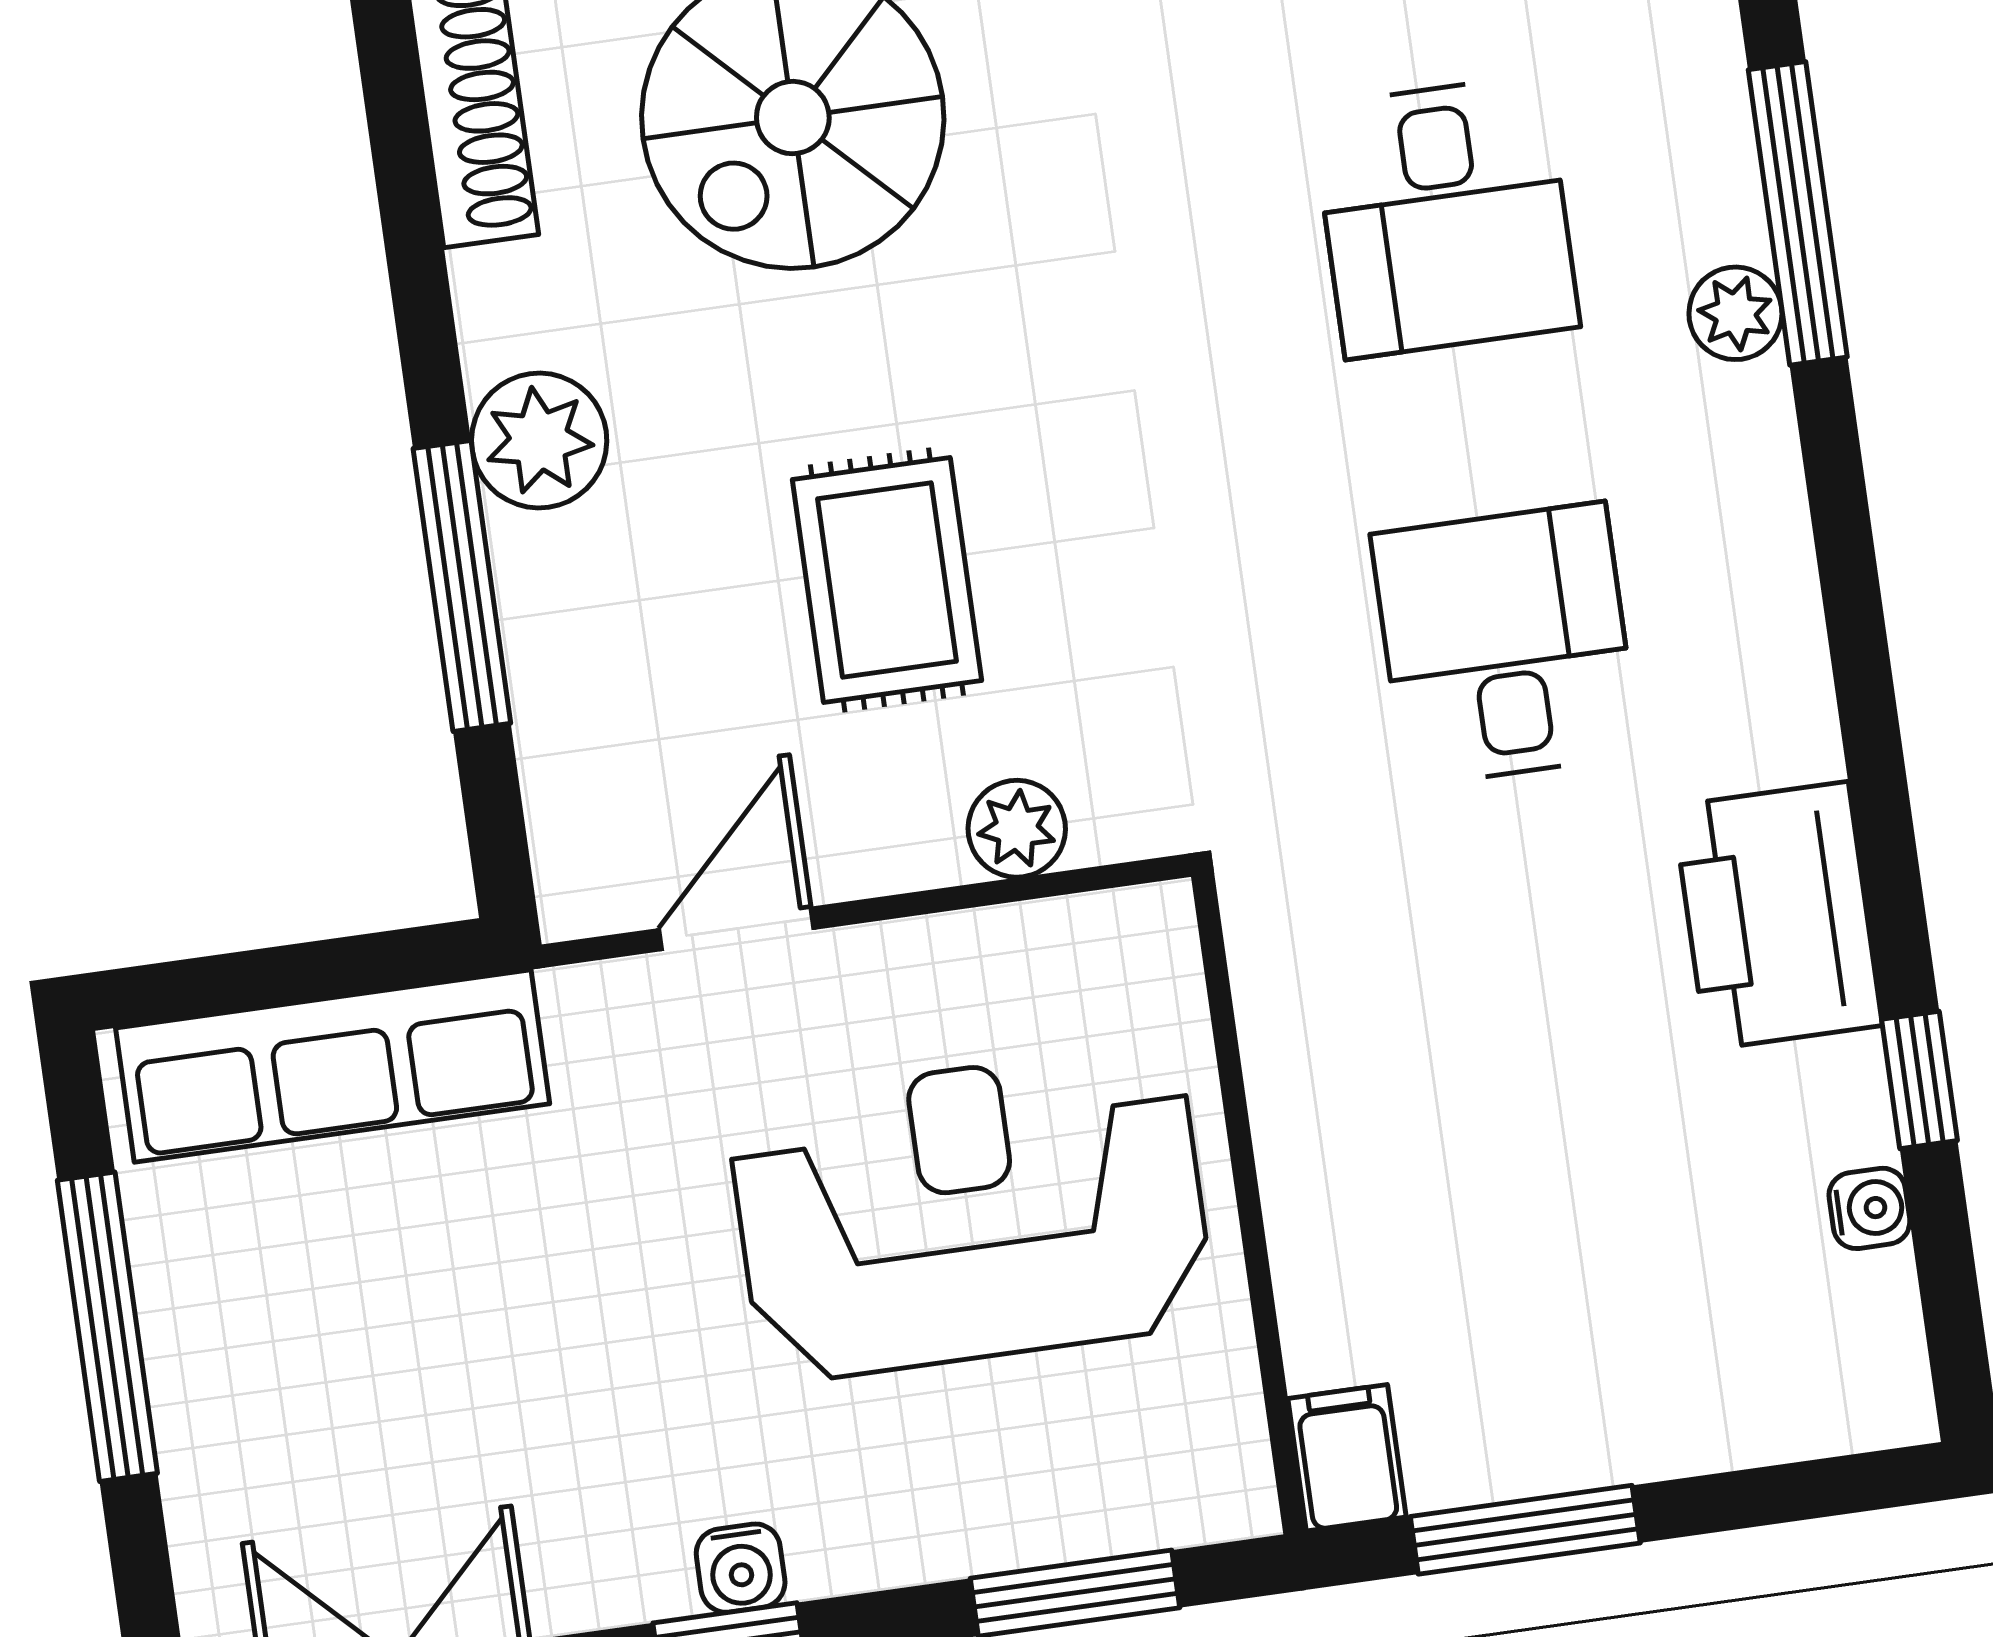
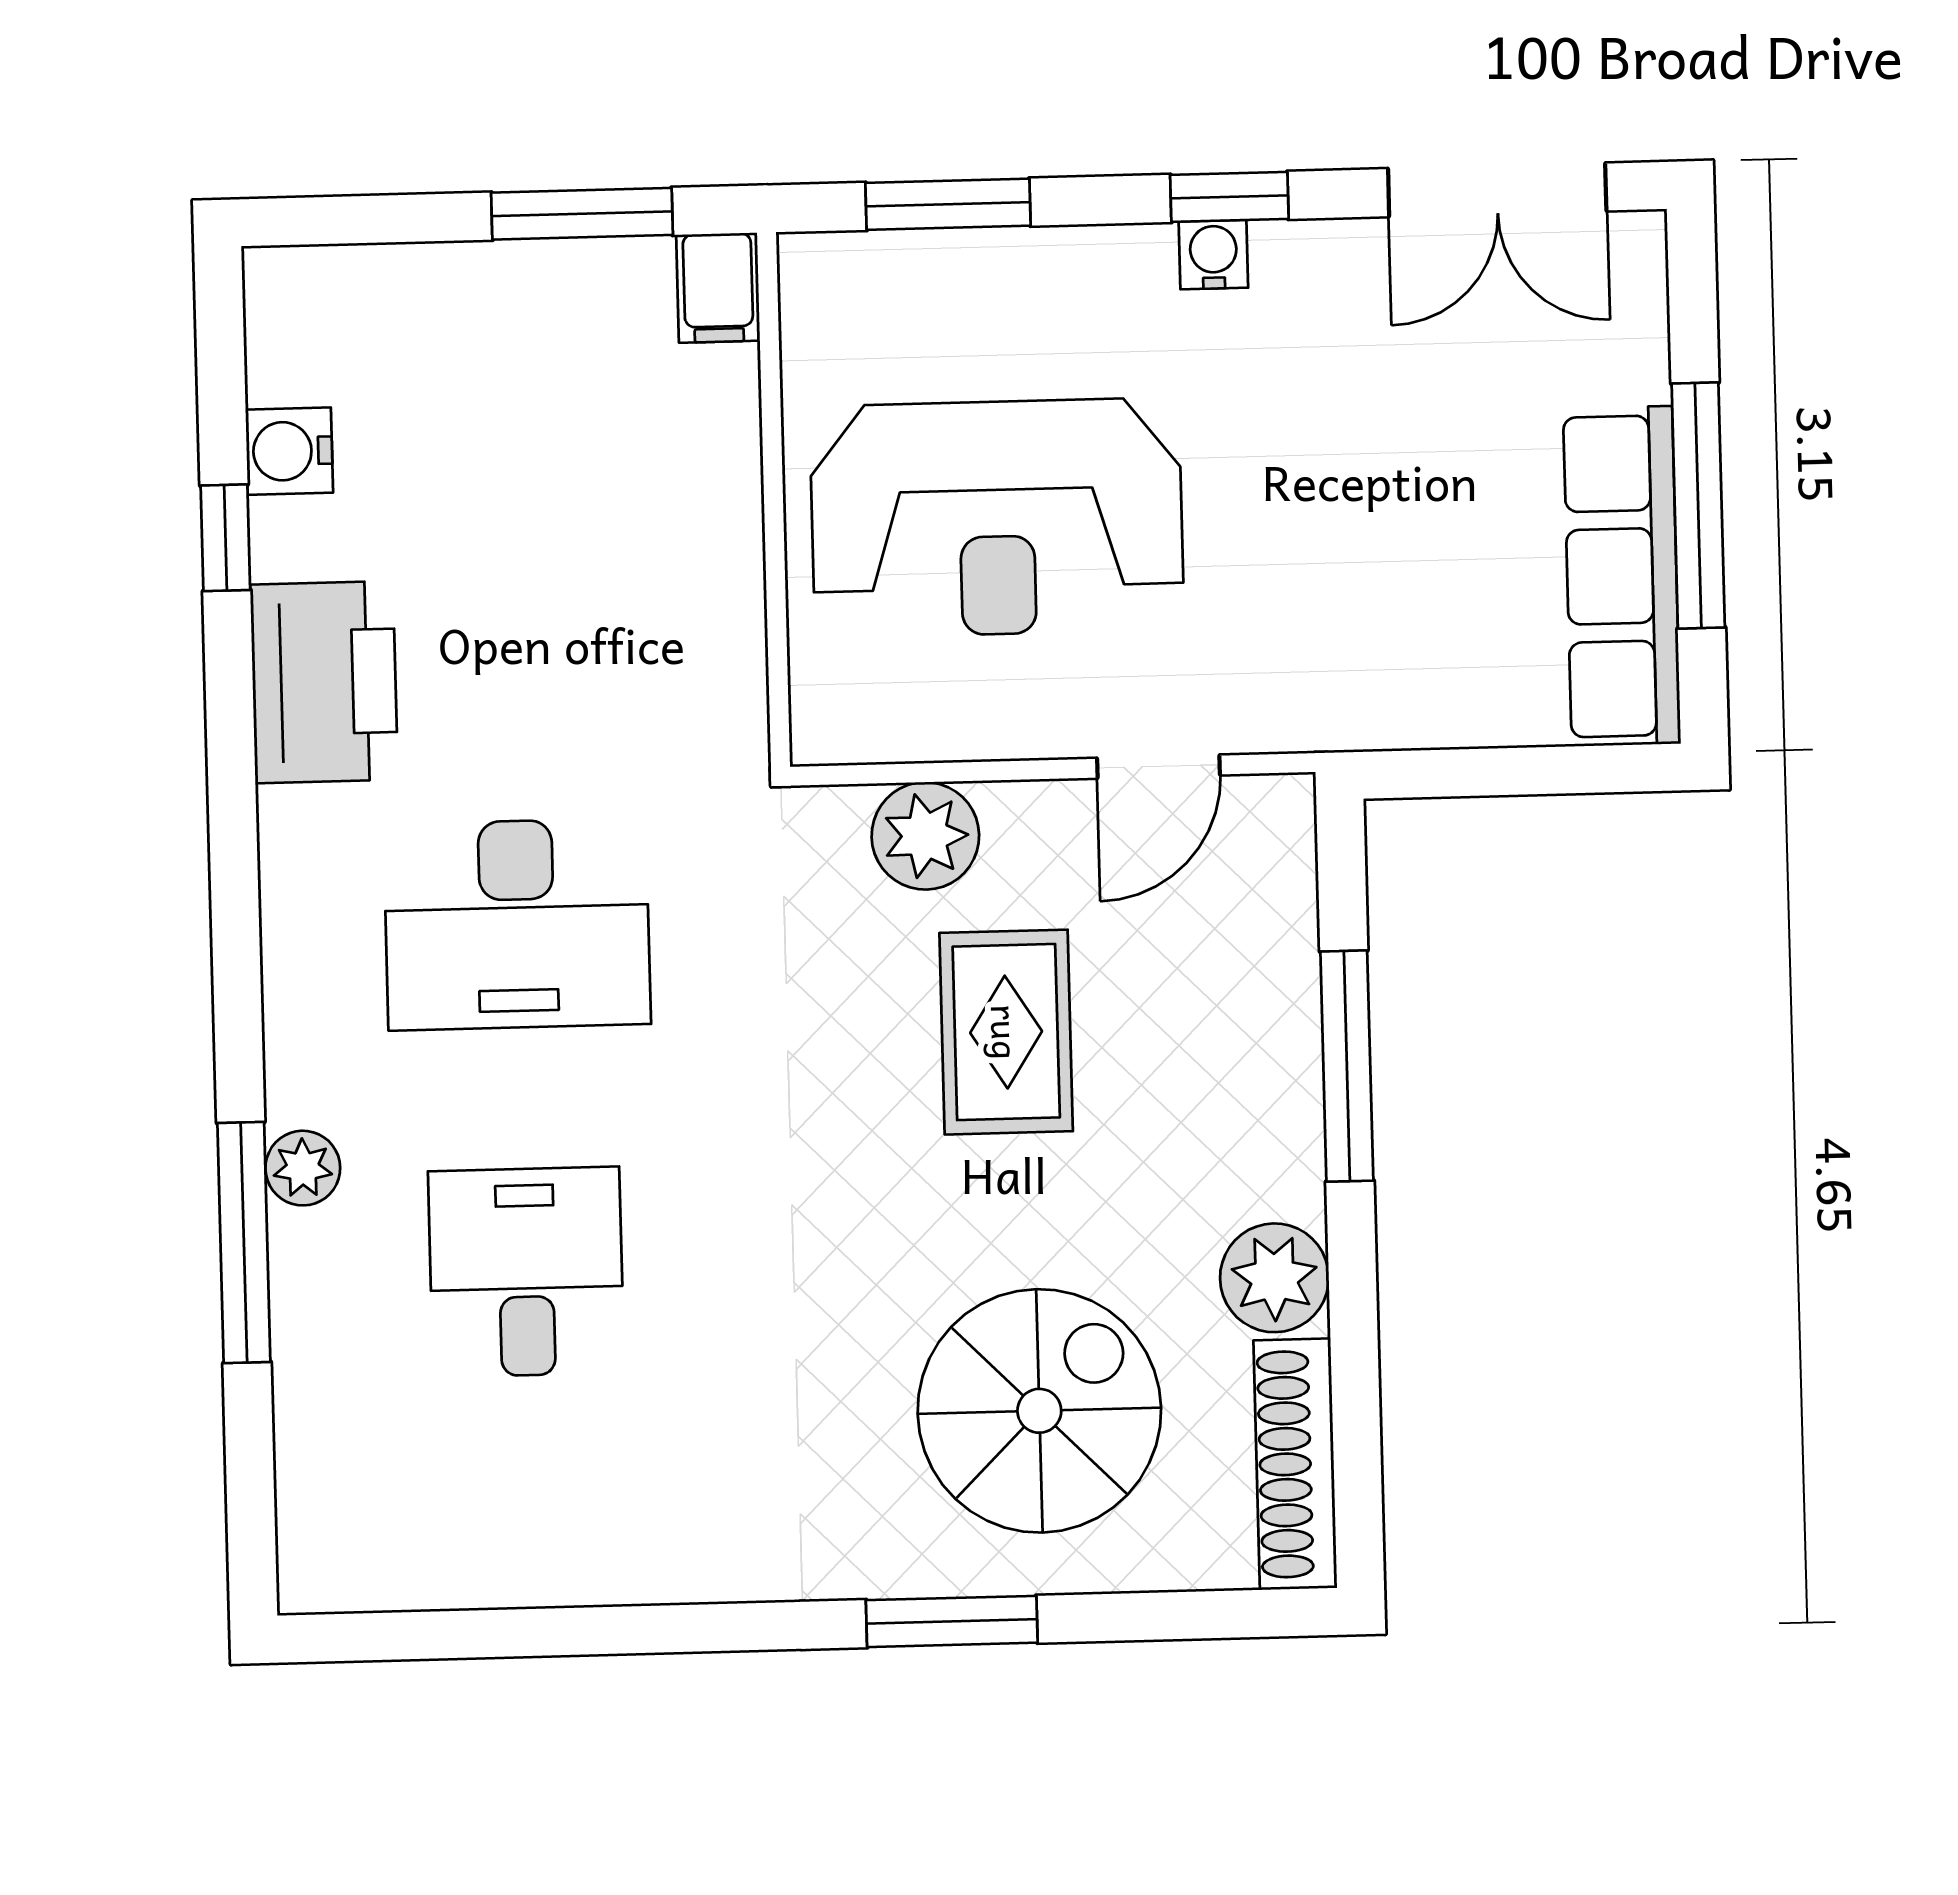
plant: (539, 441) -> (1274, 1278), moved
desk: (1505, 644) -> (517, 924), width x1.37
plant: (1017, 829) -> (925, 836), width x1.38, depth x1.38
row of seats: (333, 1066) -> (1622, 576), moved, turned -90
water cooler: (1869, 1208) -> (289, 451), width x1.38, depth x1.38

